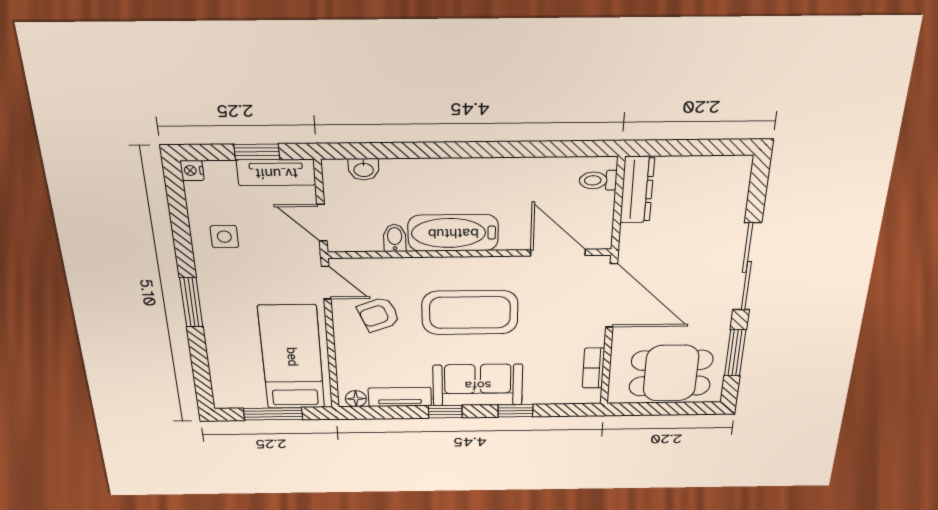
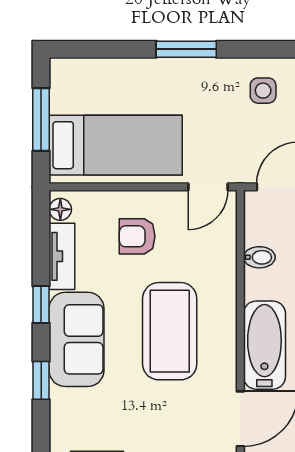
bathtub: (453, 233) -> (264, 345), moved
armchair: (379, 315) -> (137, 236), moved, turned -69

